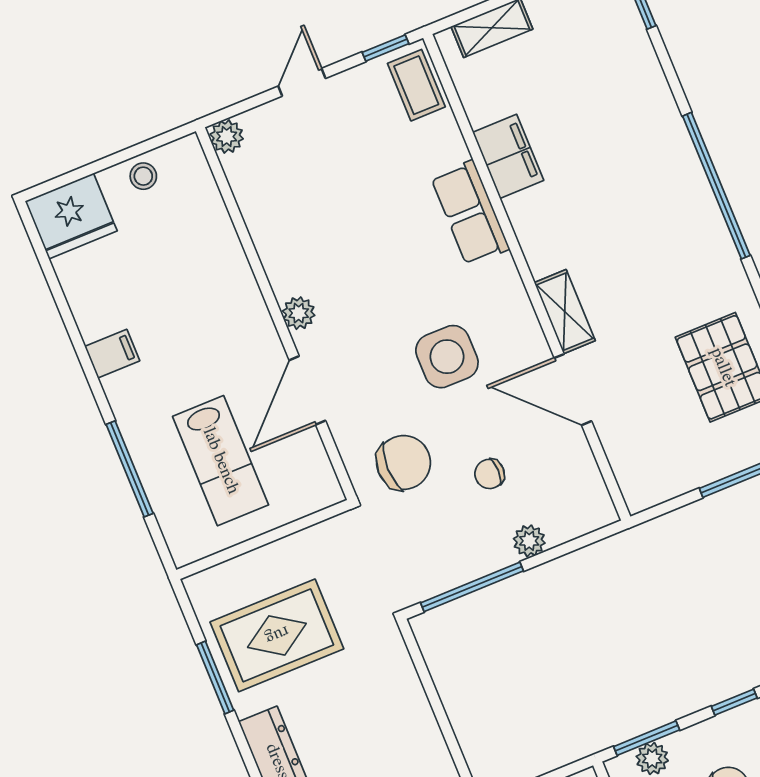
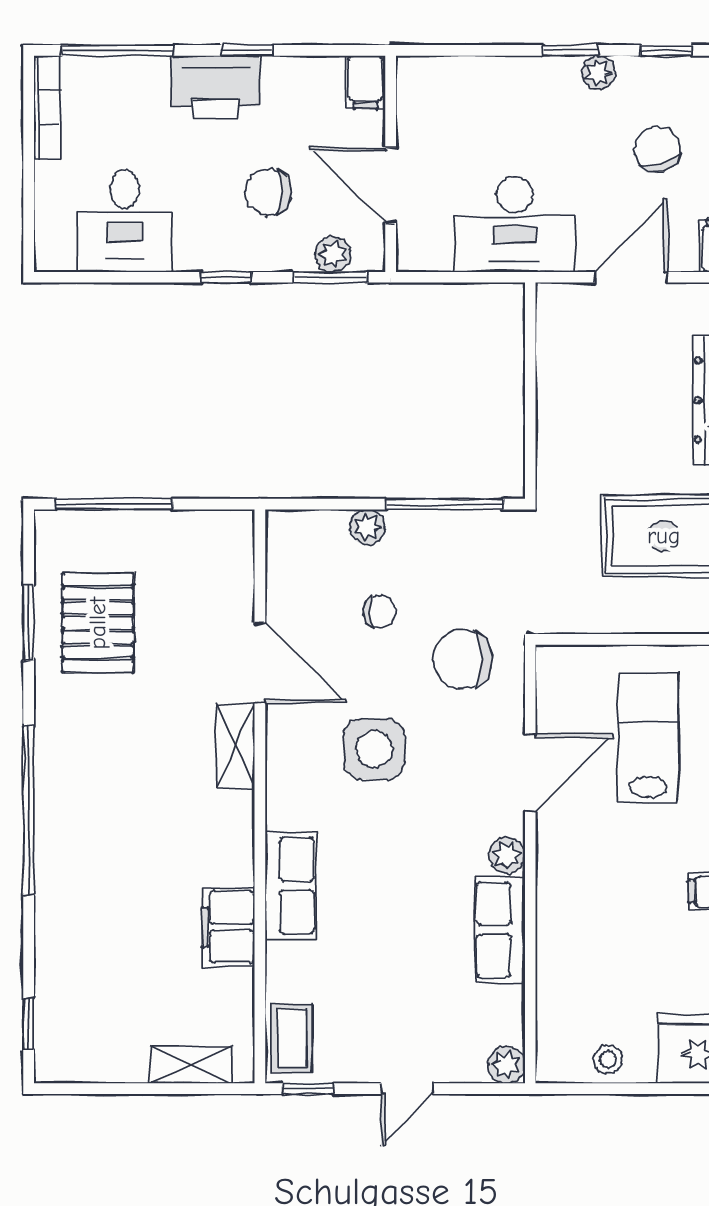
row of seats: (279, 248) -> (500, 930), added

